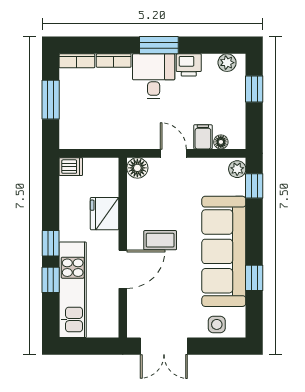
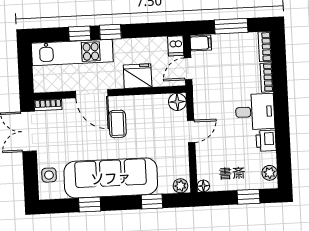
window: (159, 45) -> (281, 115), removed
filing cabinet: (203, 137) -> (201, 43), moved
floor lamp: (221, 142) -> (203, 186), moved
door: (99, 153) -> (188, 69), added
window: (254, 186) -> (152, 202), moved
bookcase: (133, 322) -> (48, 105), added

